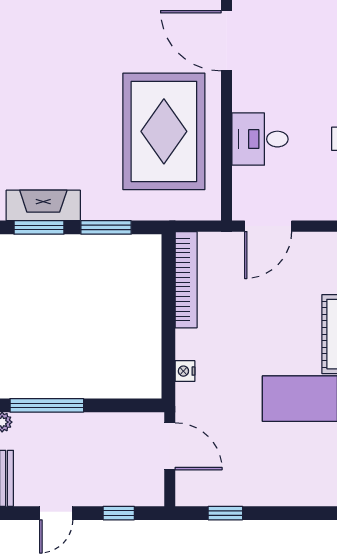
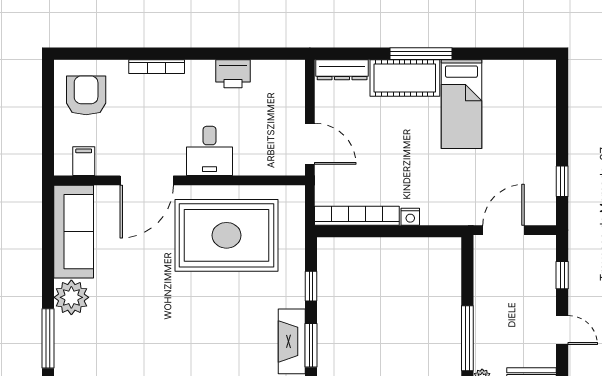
desk: (260, 139) -> (210, 151), moved
window: (106, 227) -> (311, 286), width x0.67
nightstand: (185, 371) -> (410, 217), moved

